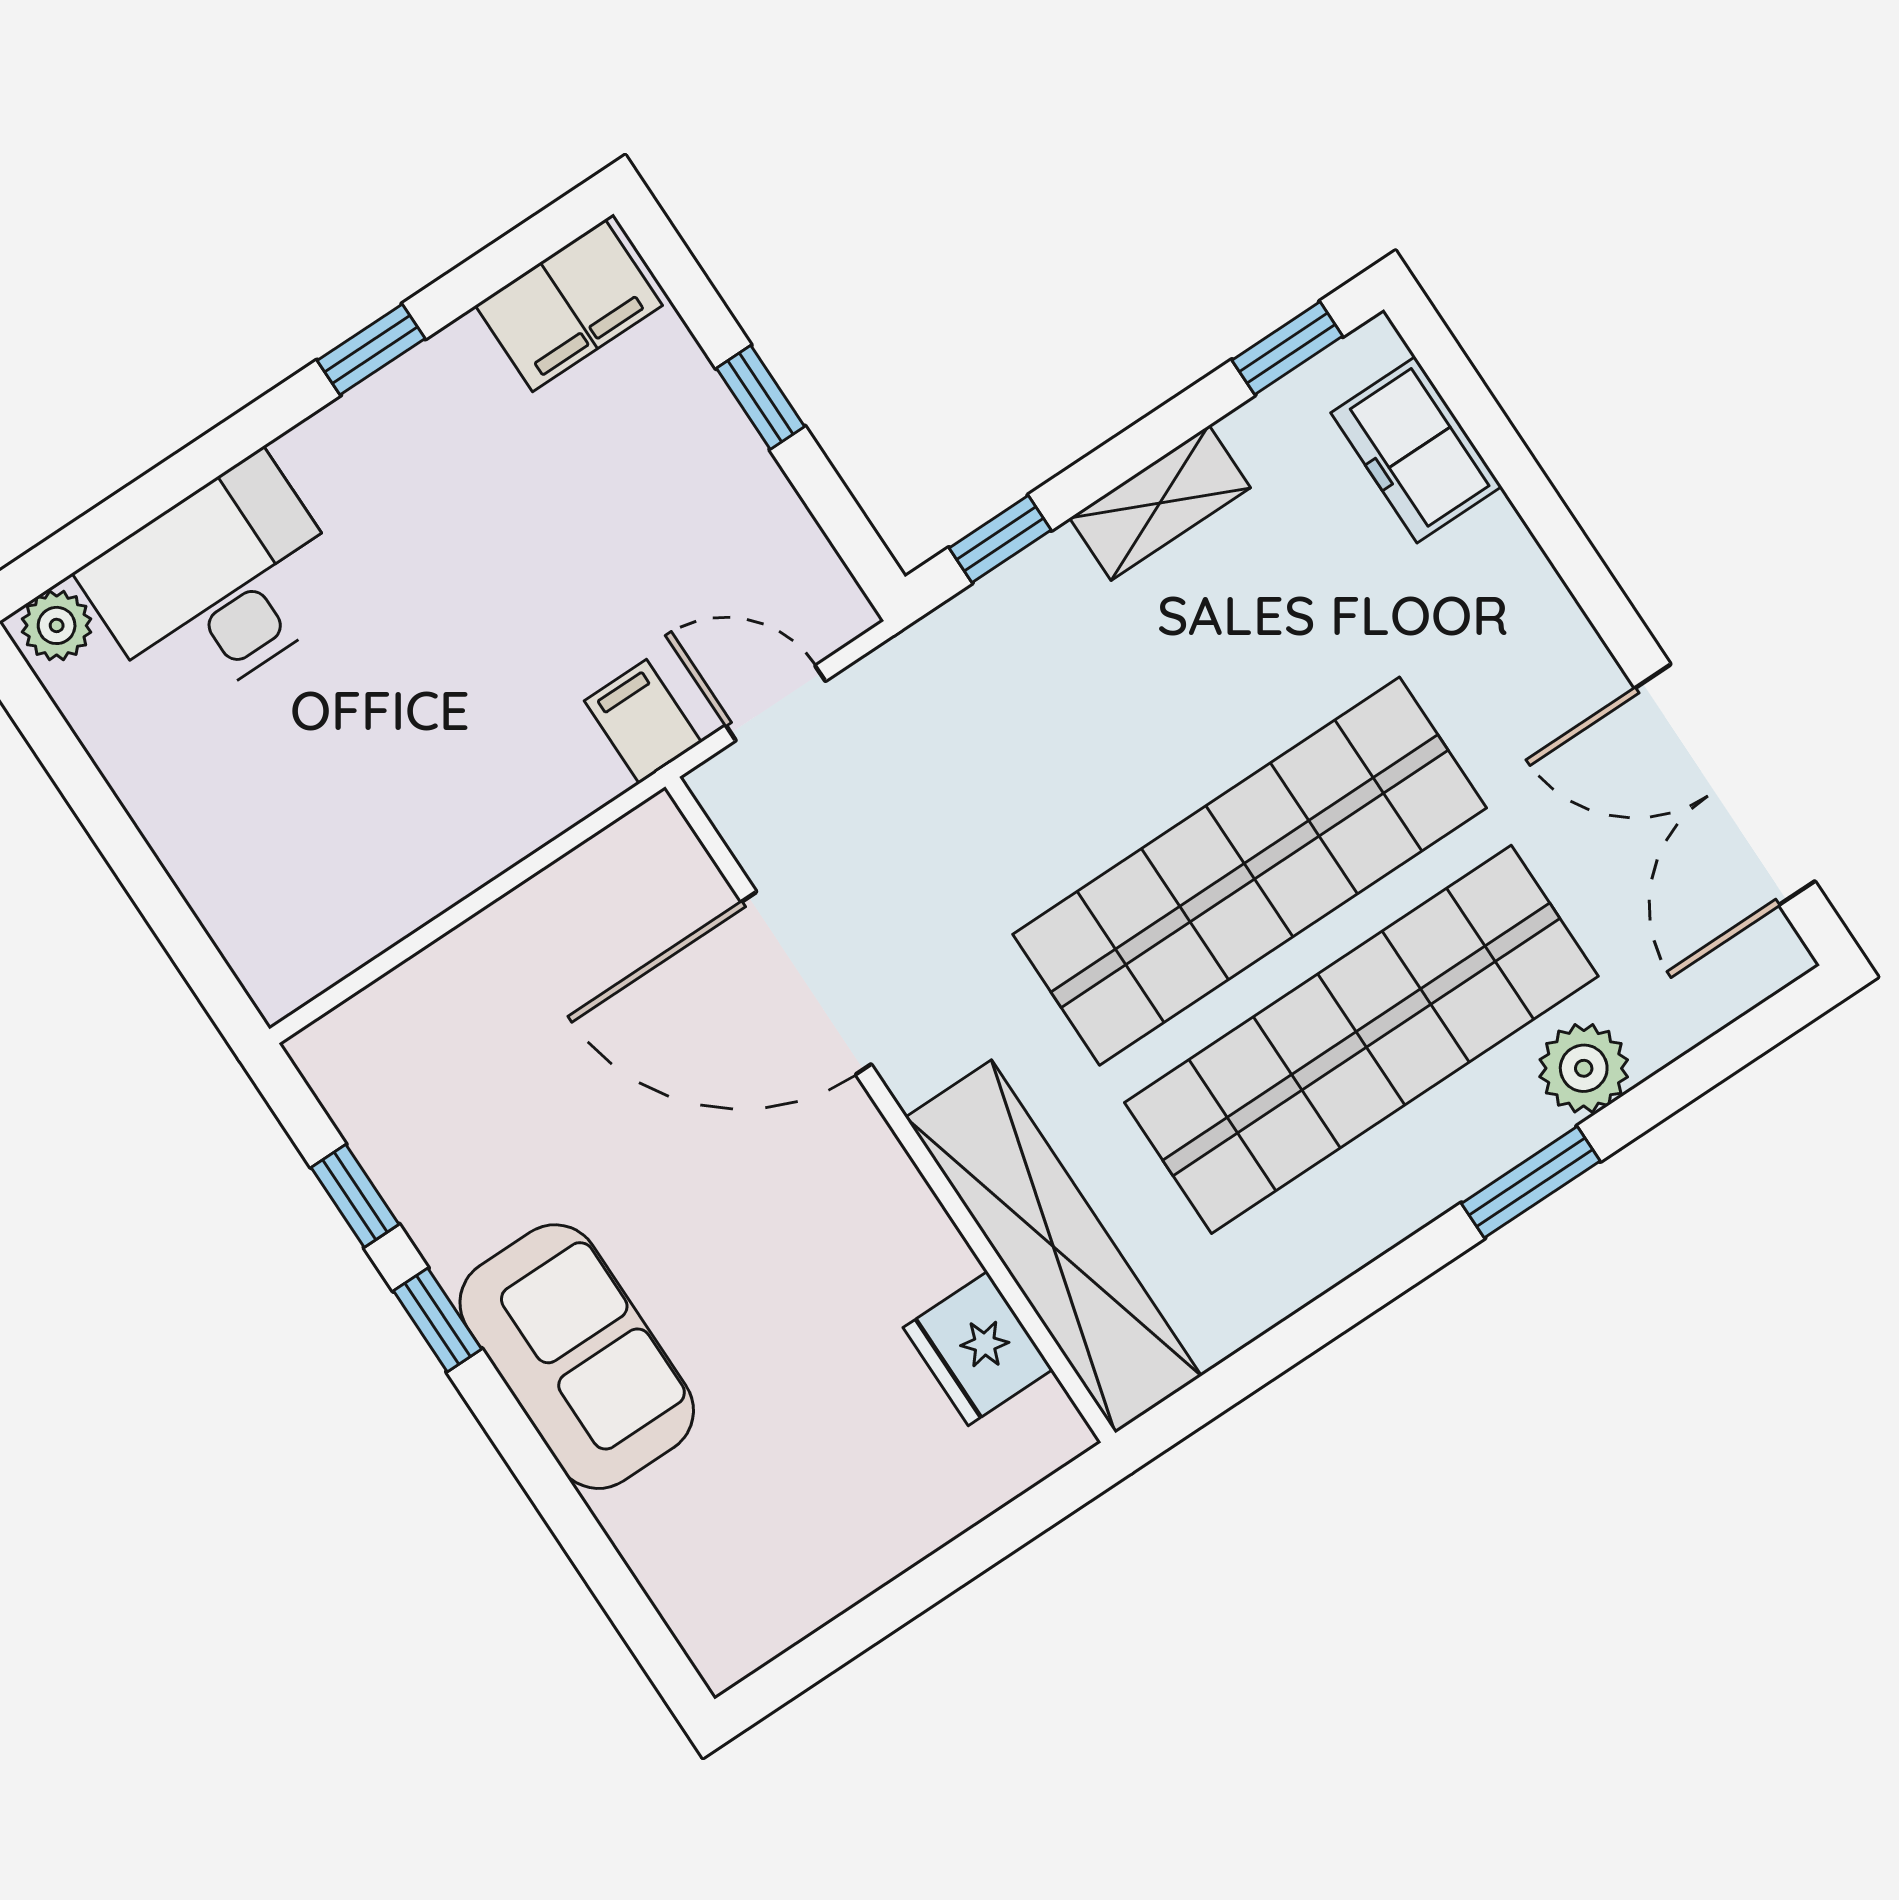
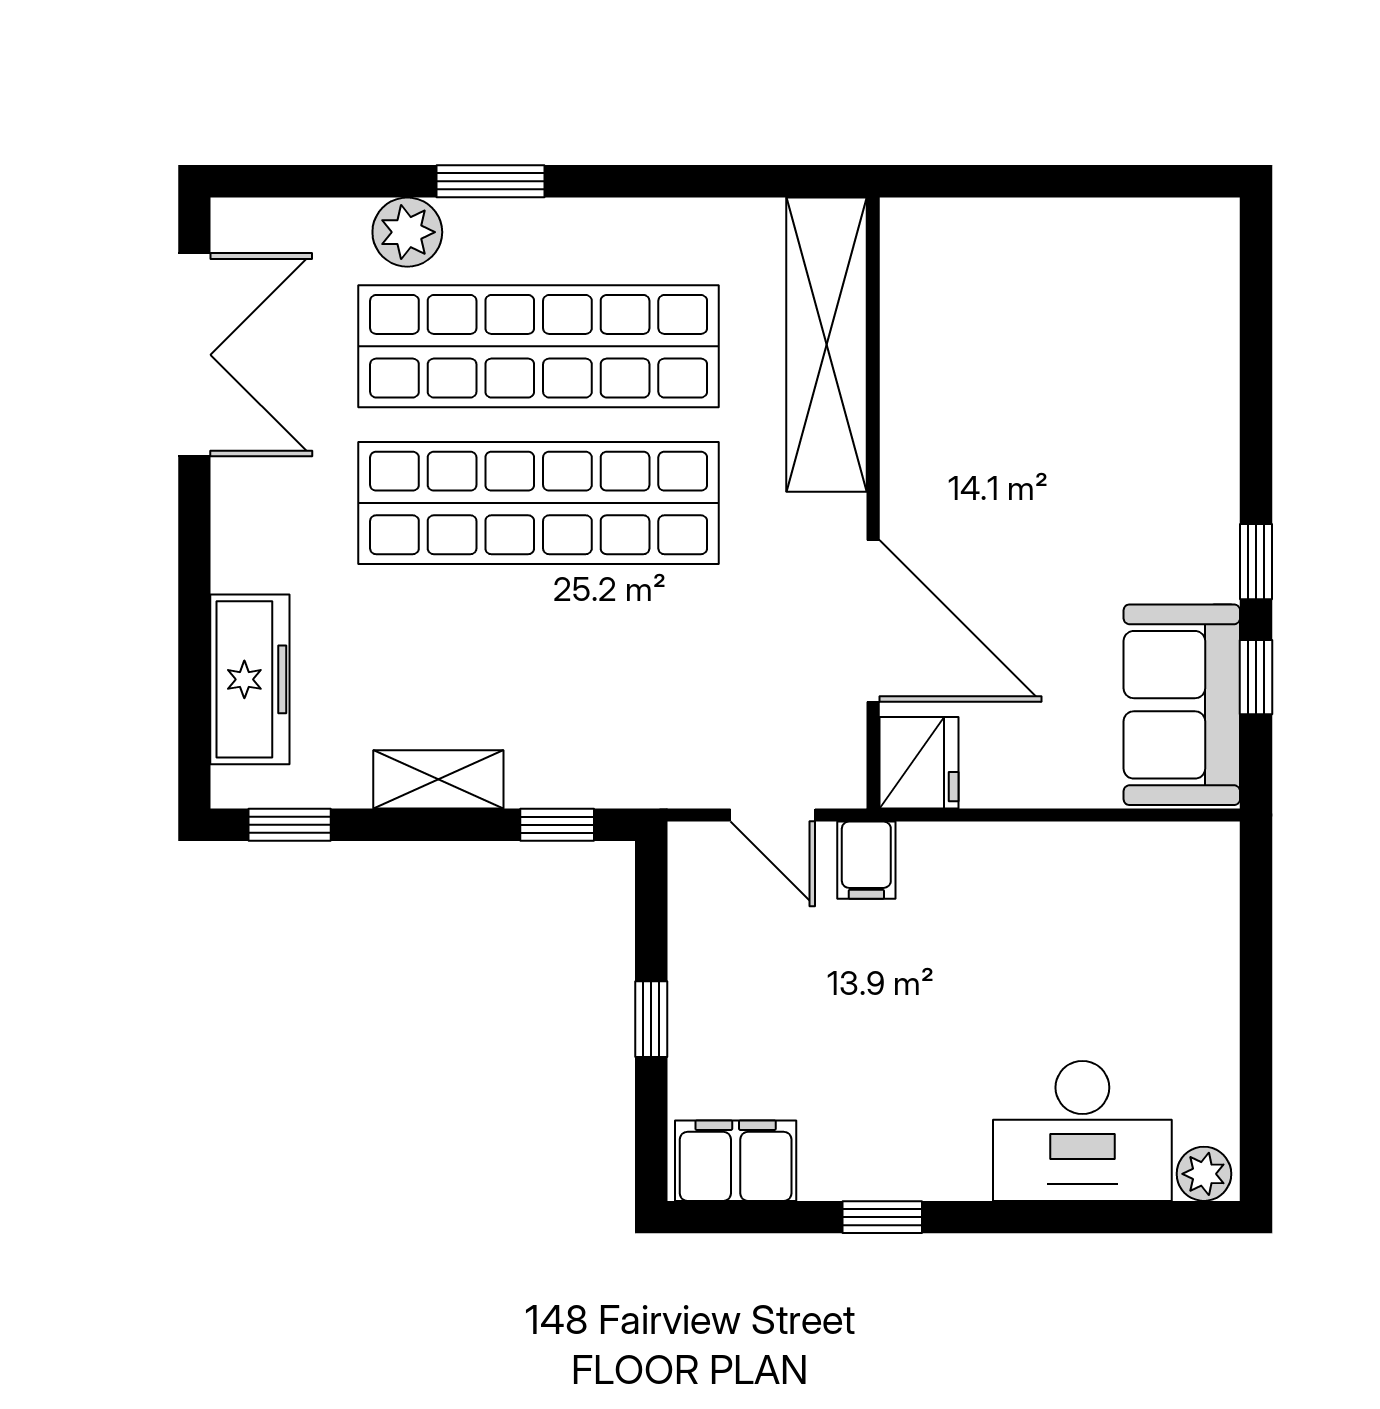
freezer: (1416, 450) -> (250, 679), width x1.40
fridge: (978, 1349) -> (919, 763), moved
sofa: (577, 1357) -> (1182, 705), moved

